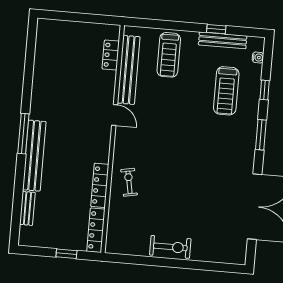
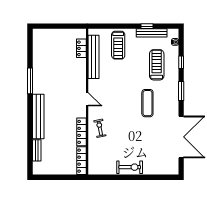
treadmill: (226, 91) -> (157, 65), turned 180
door: (115, 115) -> (87, 99), moved
window: (23, 134) -> (30, 81), moved
exercise mat: (207, 149) -> (147, 103), added
window: (66, 254) -> (64, 177), removed

